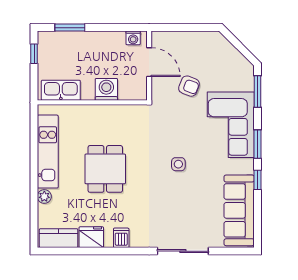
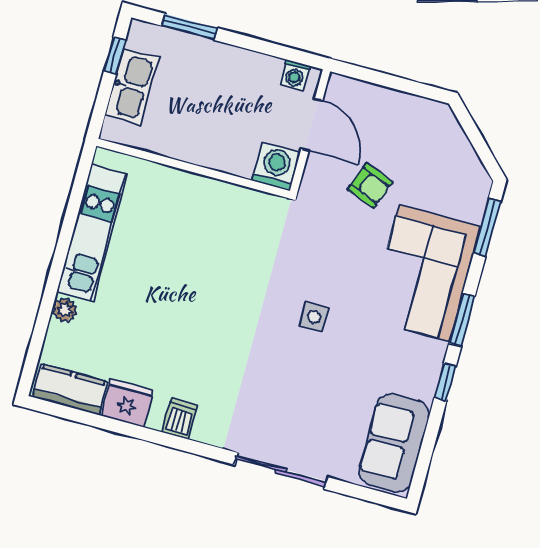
washing machine: (106, 89) -> (276, 166), moved
kitchen sink: (61, 90) -> (132, 86), moved, turned 90
dining table: (105, 169) -> (184, 291), removed
sofa: (239, 210) -> (394, 443), width x0.73

